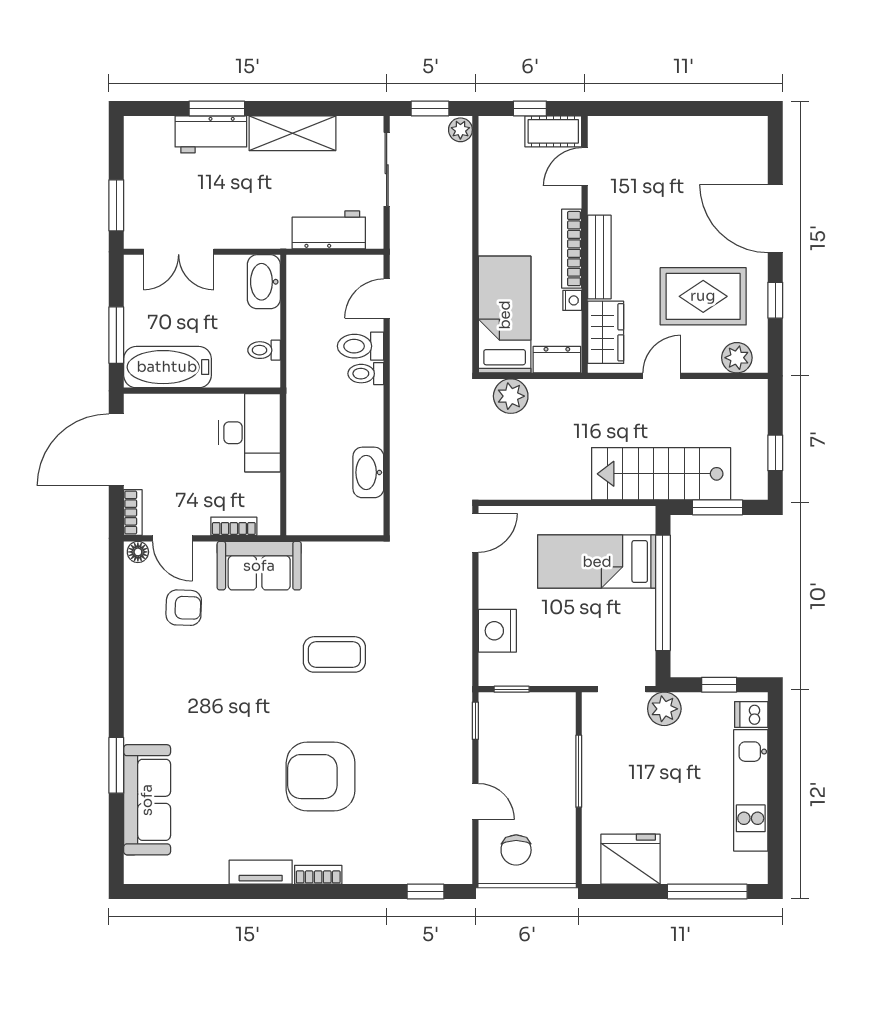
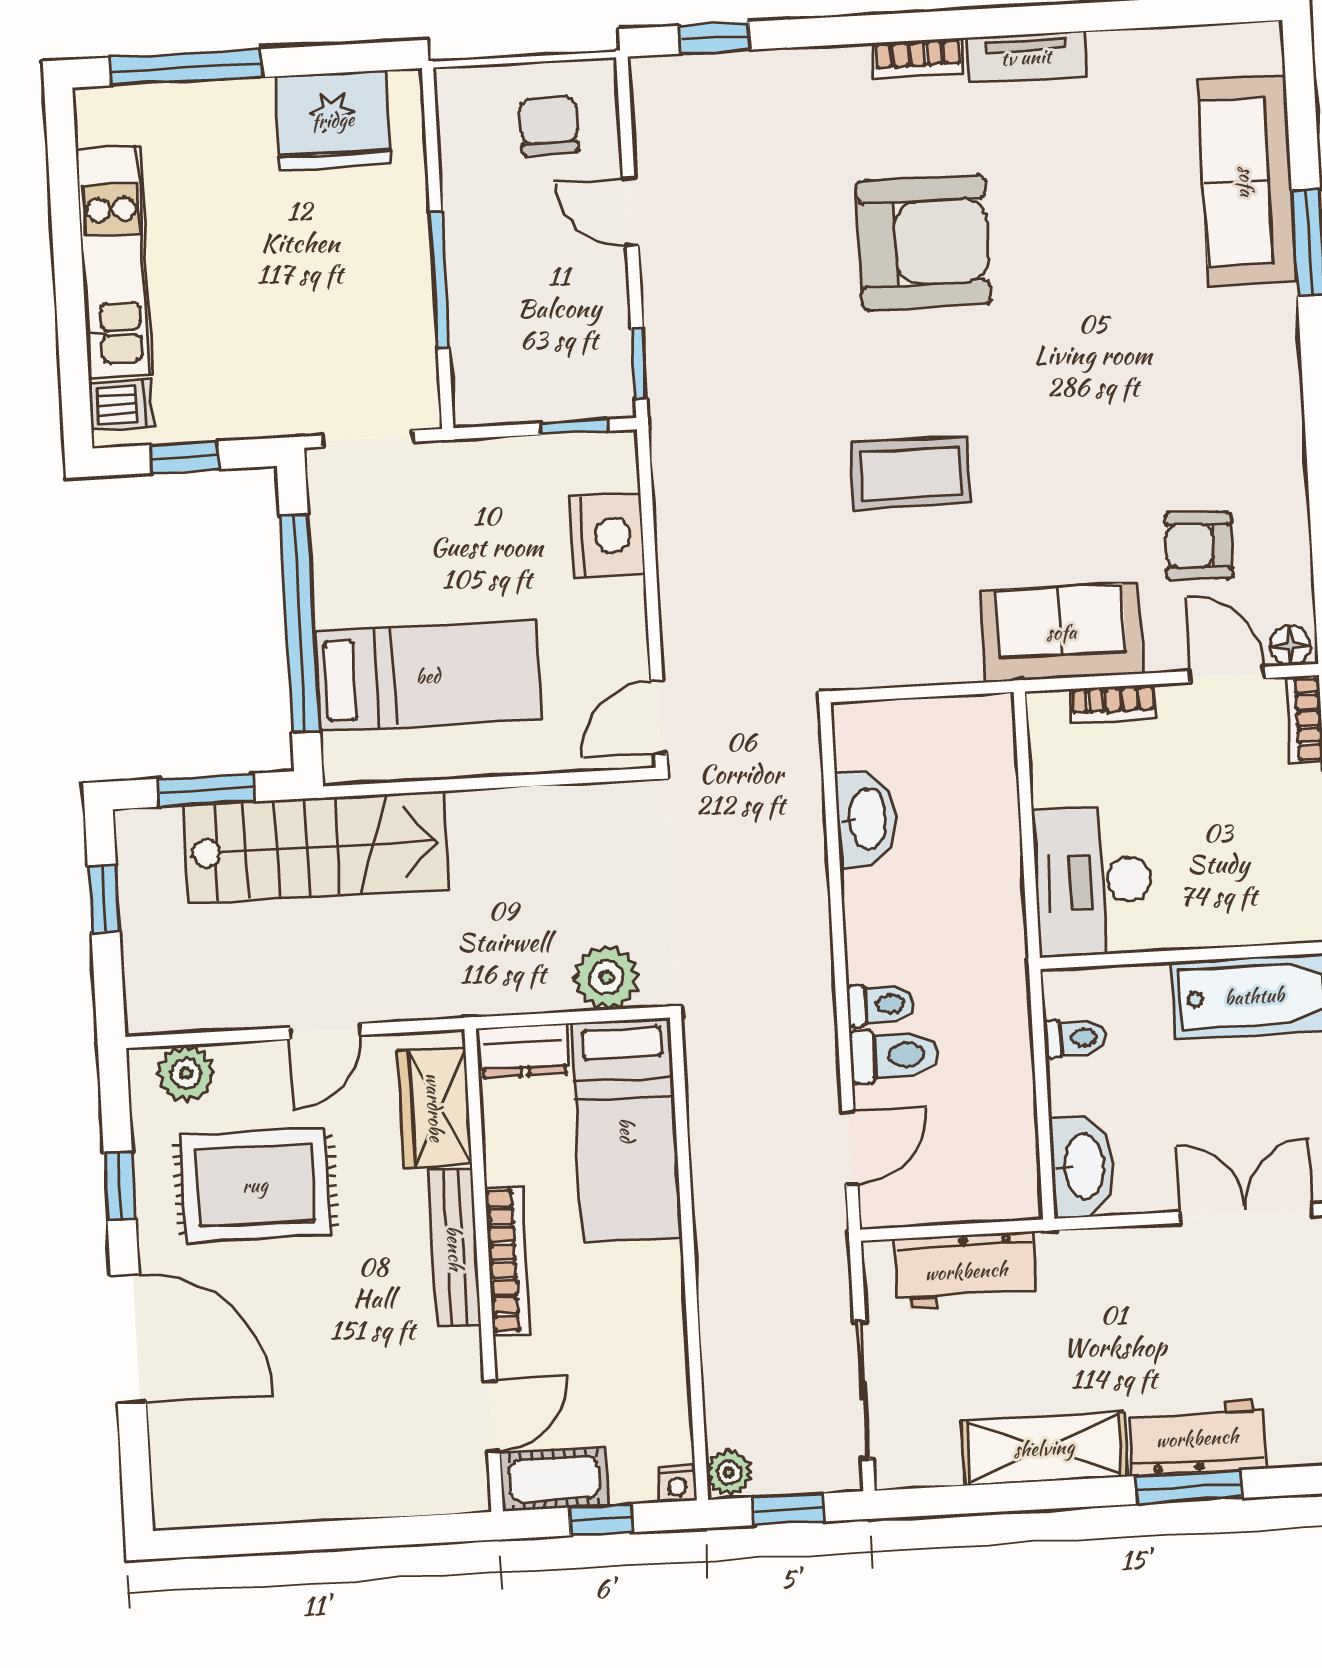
nightstand: (572, 300) -> (677, 1484), moved, turned -90
plant: (664, 709) -> (285, 406), removed

